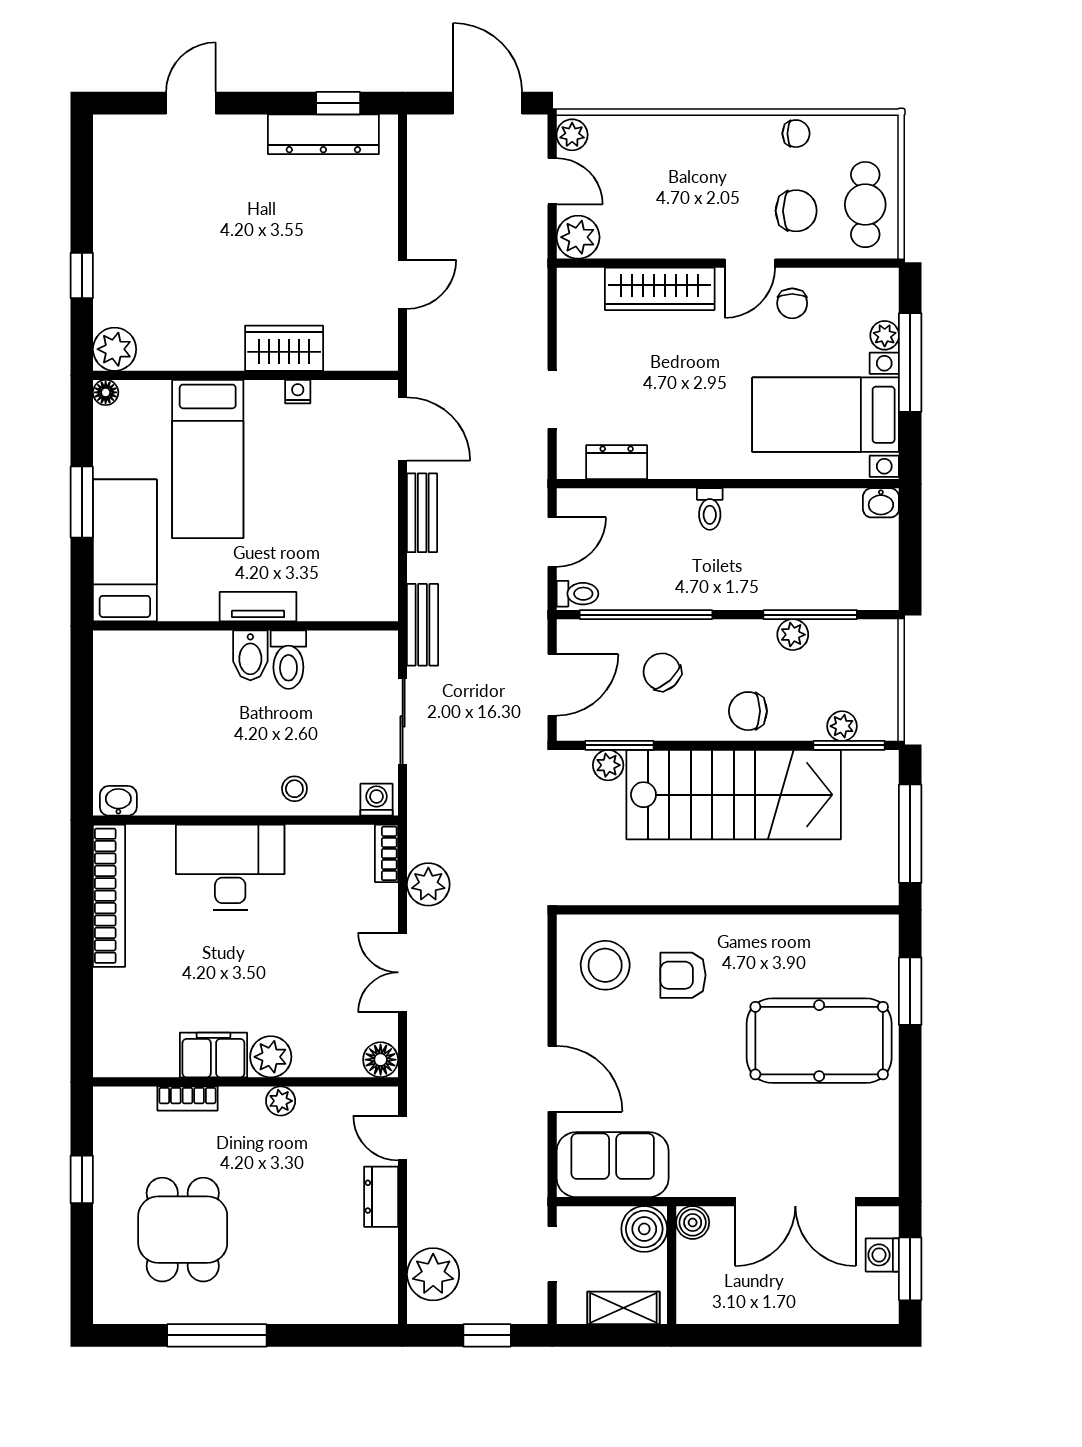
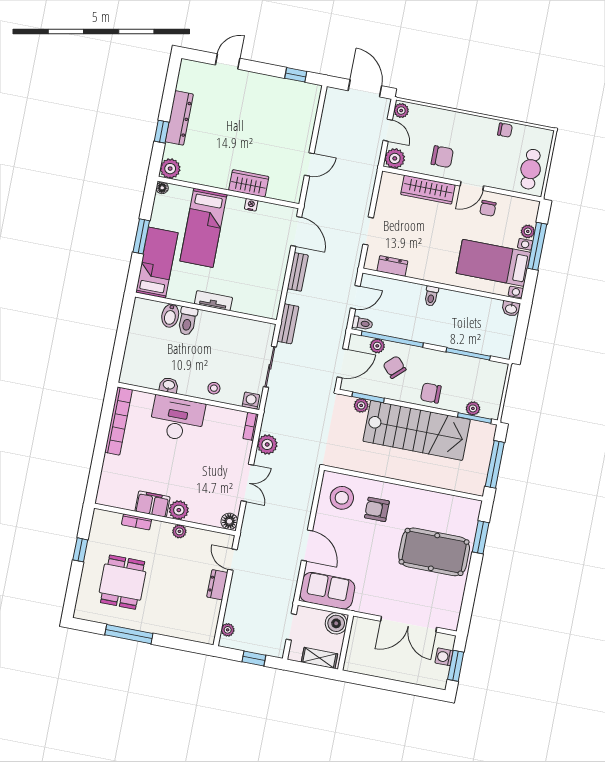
dresser: (323, 134) -> (179, 118), moved, turned -90
chair: (796, 211) -> (442, 157), moved
plant: (793, 635) -> (377, 346), moved
bidet: (250, 655) -> (170, 316), moved
toilet: (288, 660) -> (187, 321), moved
washbasin: (118, 801) -> (169, 385), moved
double door: (403, 972) -> (247, 483), swing flipped
boiler: (693, 1222) -> (359, 625), removed
plant: (433, 1274) -> (228, 630), width x0.53, depth x0.53

